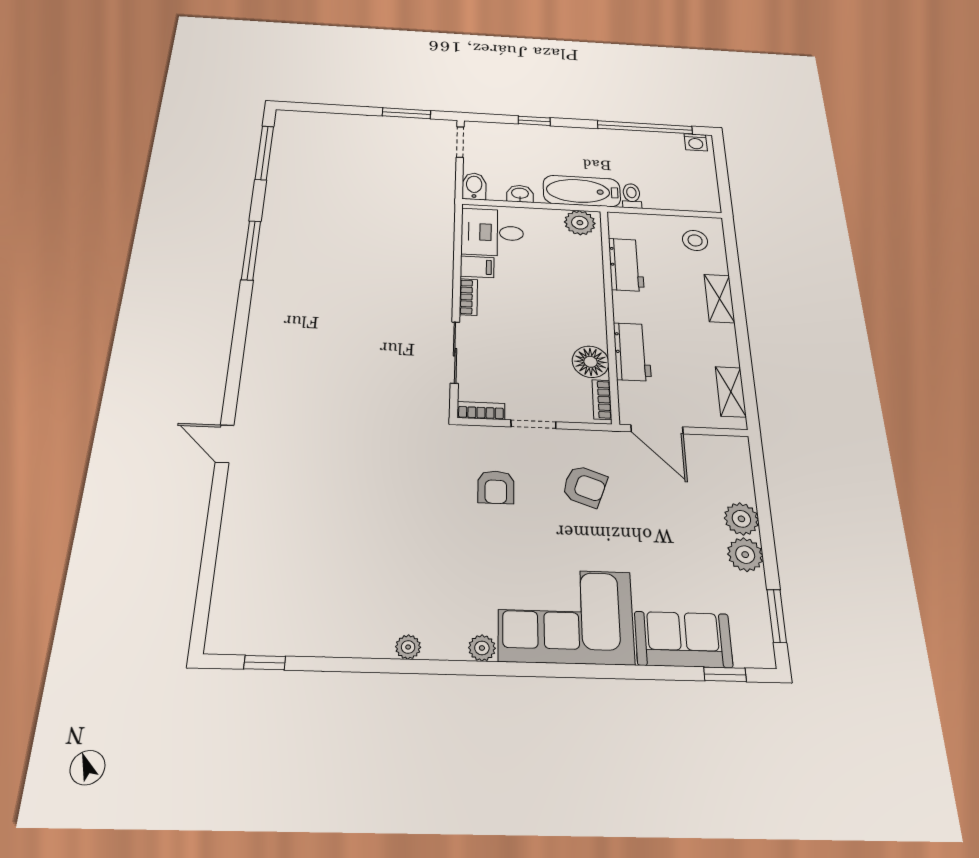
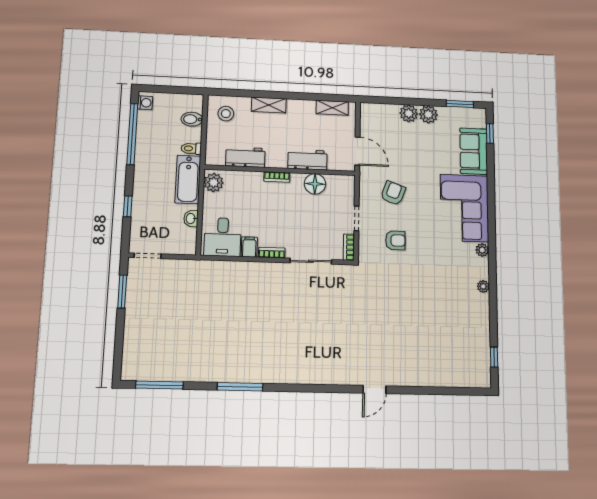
bidet: (474, 186) -> (192, 119), moved
bookcase: (602, 400) -> (277, 177), moved
door: (657, 429) -> (357, 151), hinge flipped

